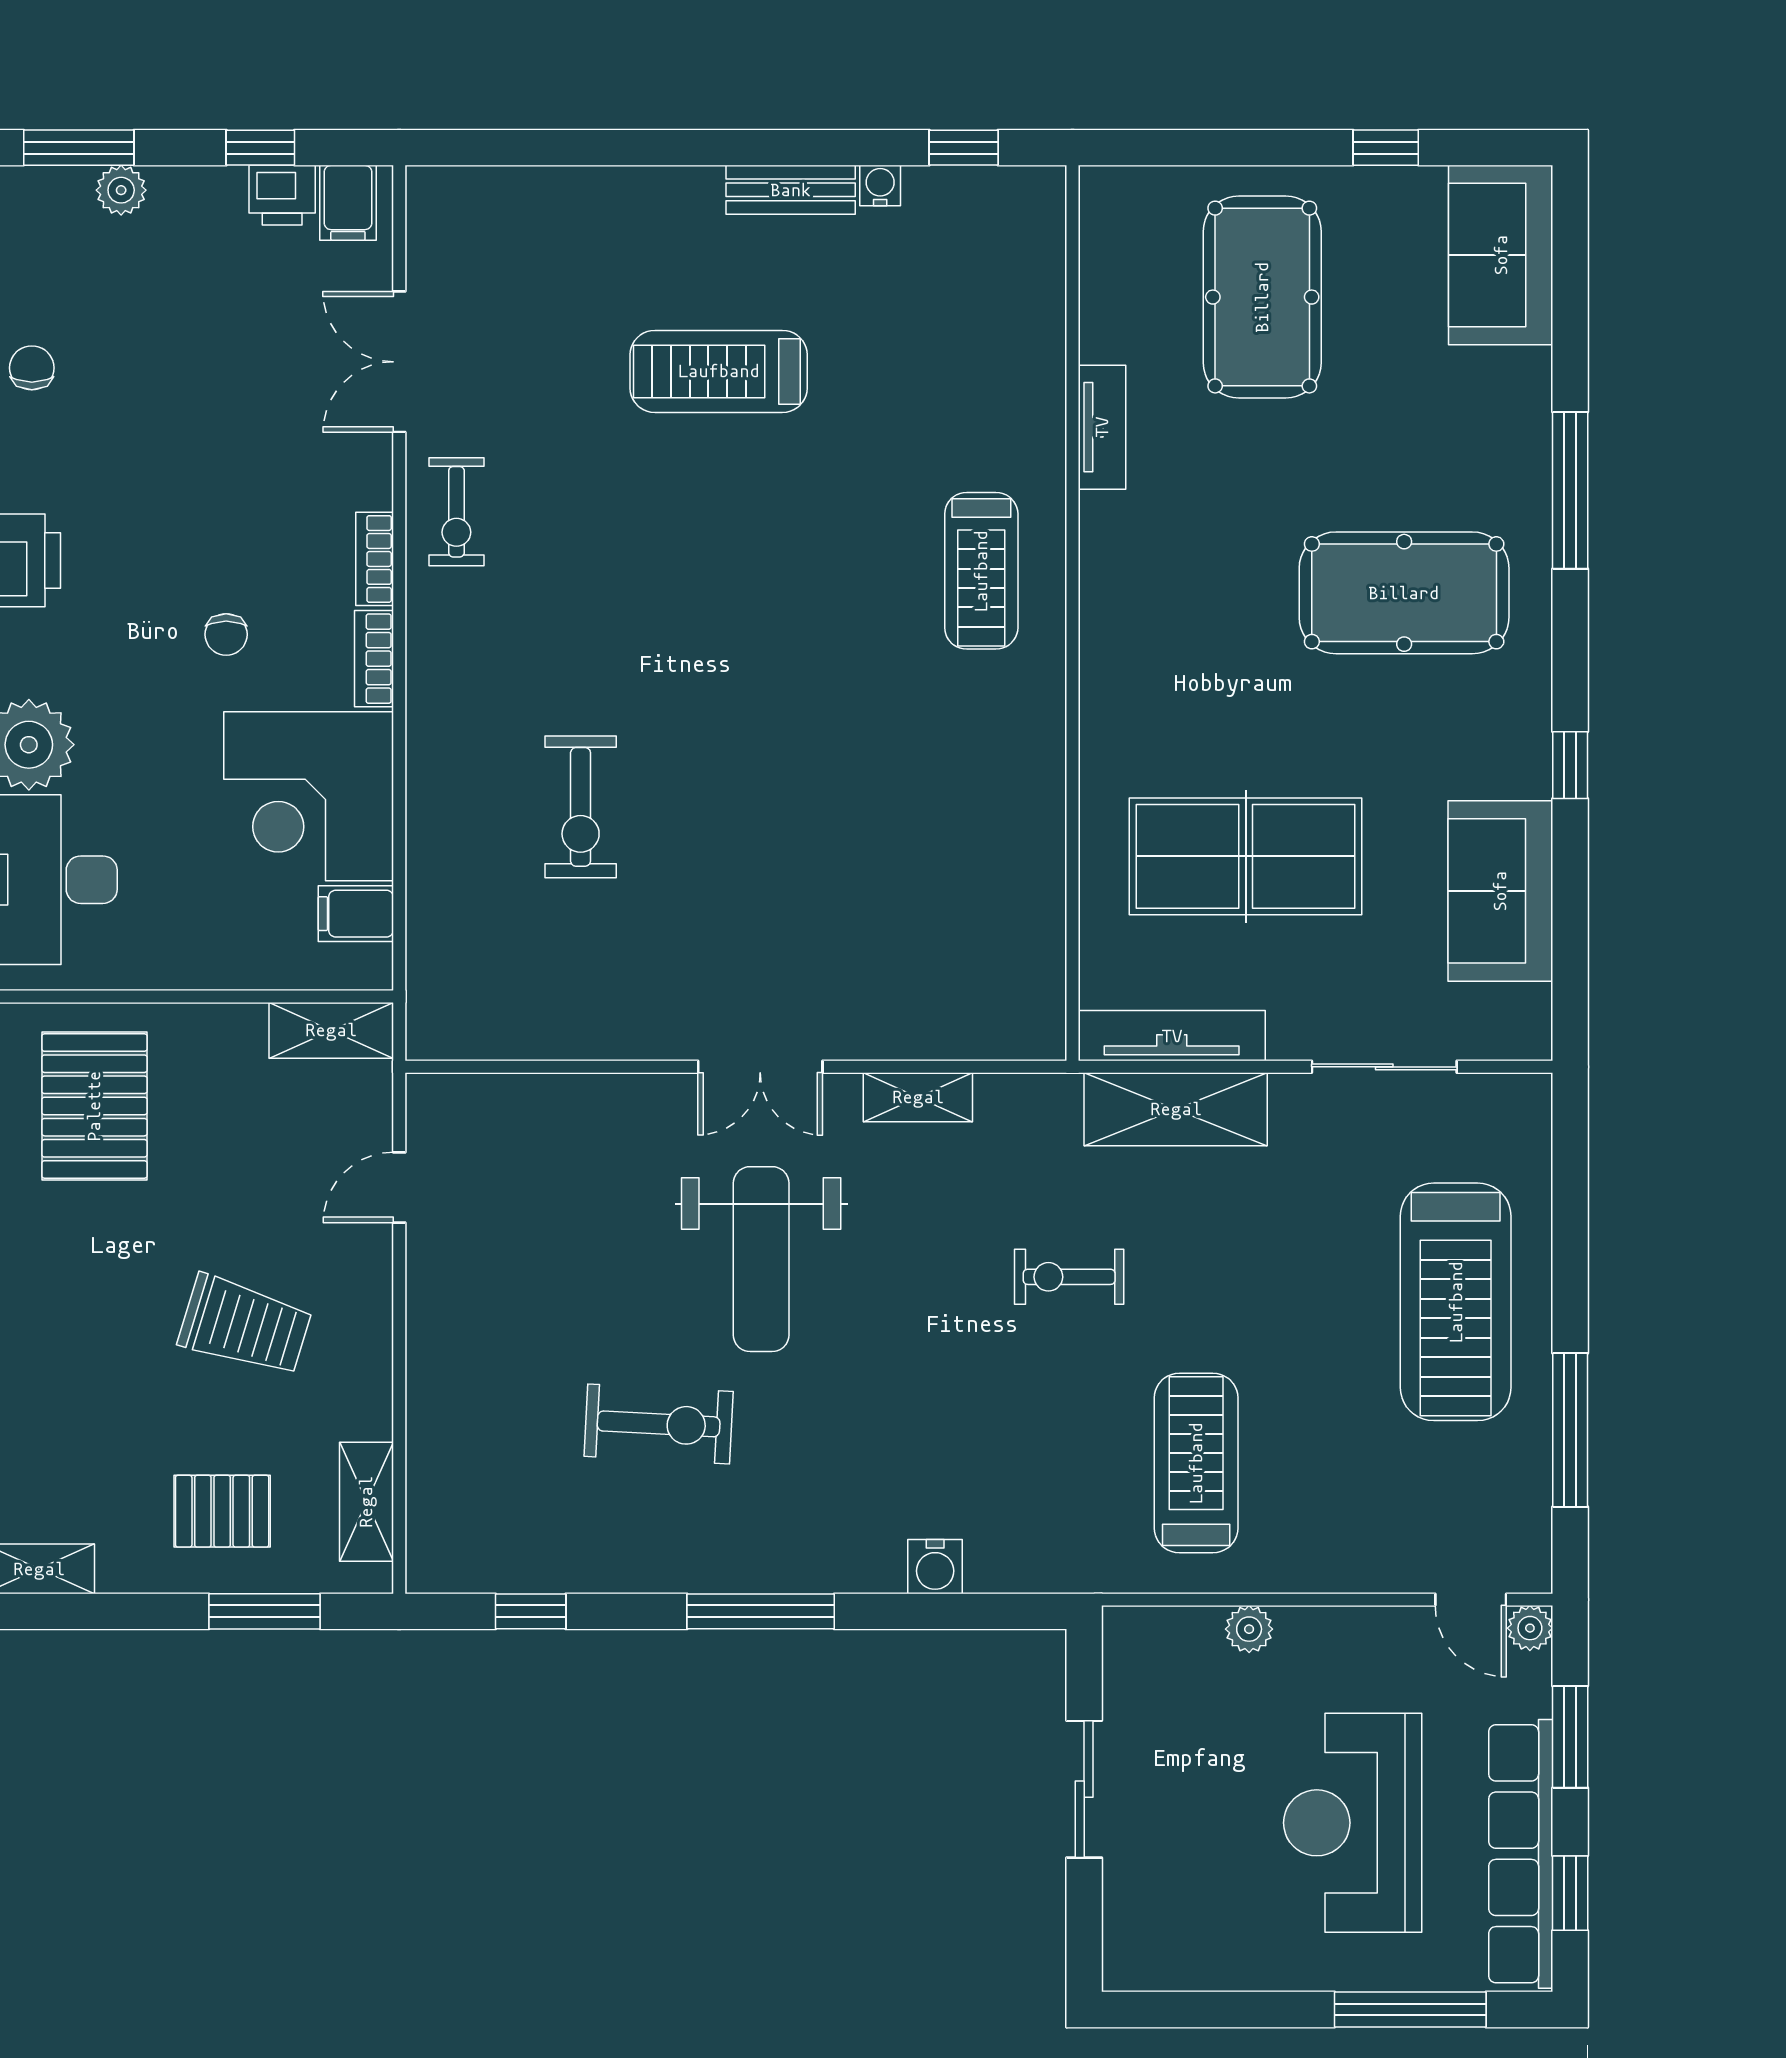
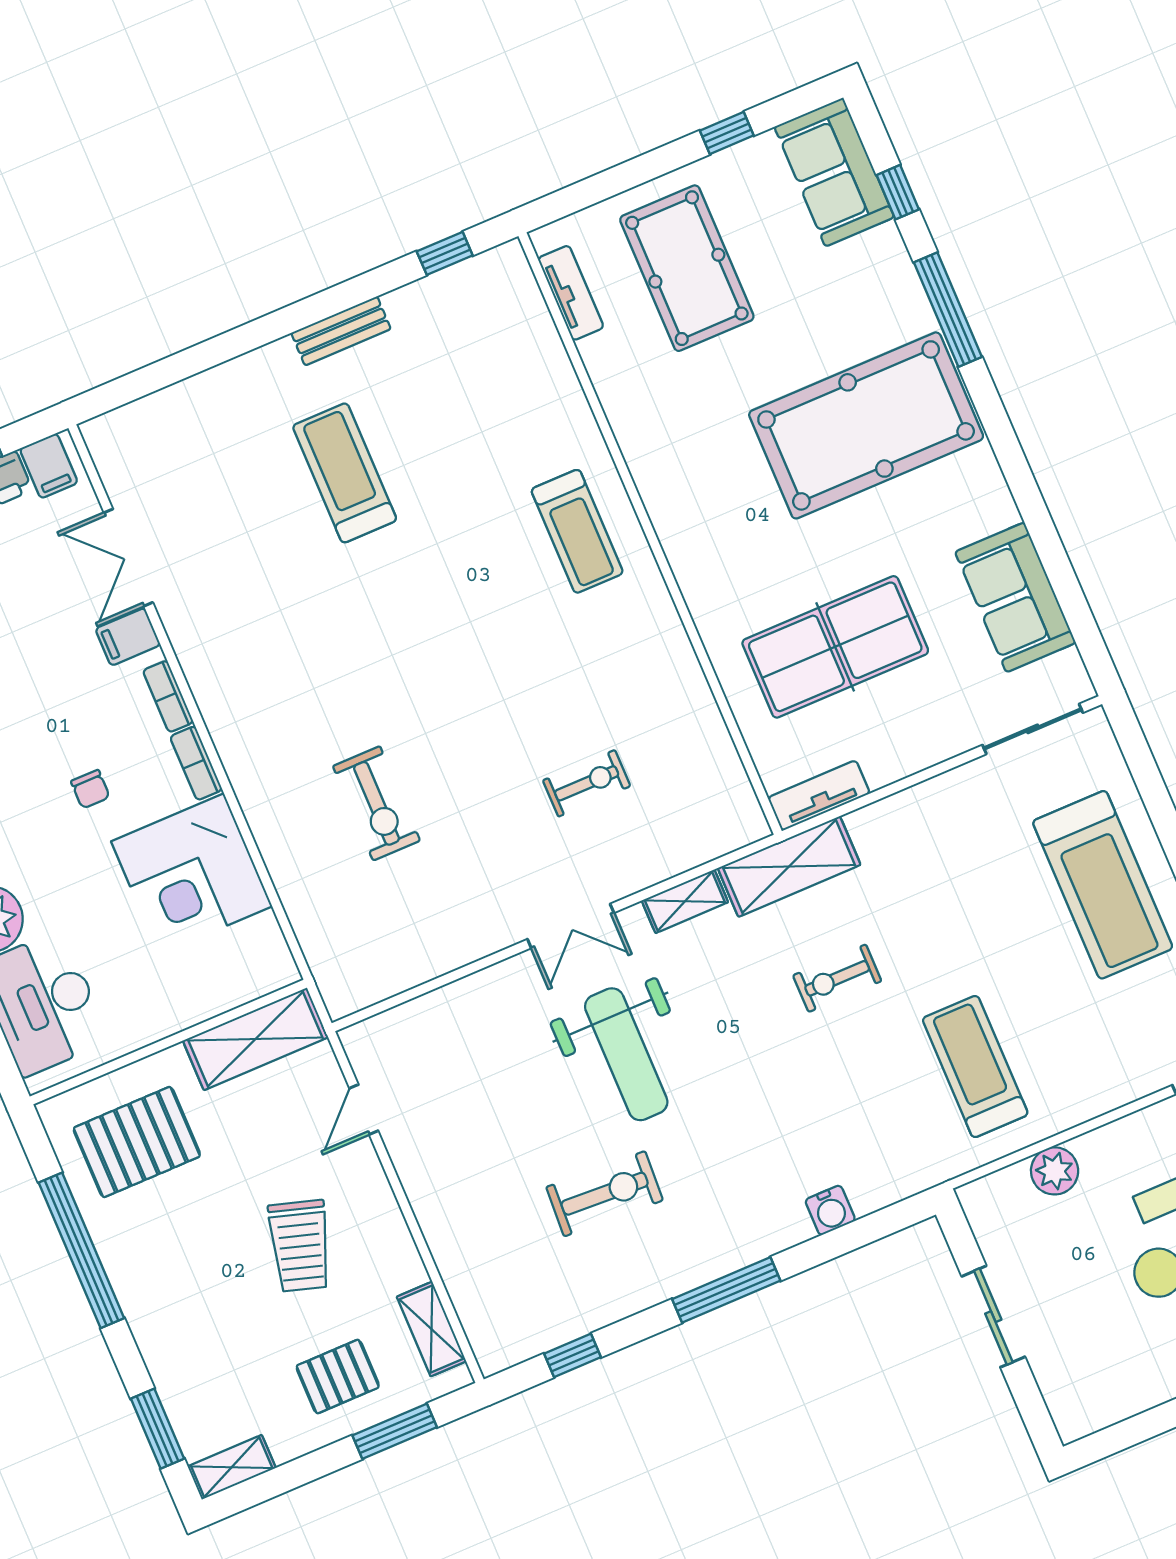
water cooler: (880, 186) -> (400, 303), removed
treadmill: (719, 371) -> (345, 473), turned 90
tv unit: (1102, 427) -> (571, 293), moved
exercise bike: (456, 512) -> (587, 783), moved, turned -90
pool table: (1404, 593) -> (866, 425), width x1.36, depth x1.32
window: (1570, 765) -> (898, 192), moved
filing cabinet: (356, 914) -> (128, 637), moved
shelving: (331, 1030) -> (255, 1039), width x1.50, depth x1.33
tv unit: (1172, 1036) -> (819, 796), width x0.71
sliding door: (1384, 1067) -> (1033, 729), moved
pallet: (94, 1106) -> (137, 1142), turned 90
shelving: (1176, 1109) -> (789, 866), moved
trolley: (245, 1325) -> (300, 1246), turned 90
plant: (1249, 1629) -> (1055, 1171), width x1.38, depth x1.38

